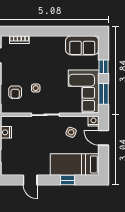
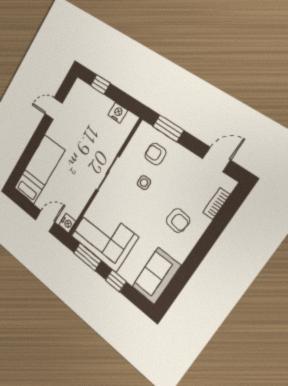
armchair: (43, 54) -> (178, 221), added
side table: (71, 132) -> (72, 189), removed
window: (67, 180) -> (30, 151), removed

